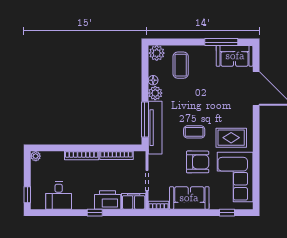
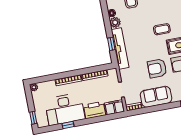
window: (145, 120) -> (111, 44), width x0.46
coffee table: (194, 132) -> (162, 29), moved
armchair: (198, 162) -> (157, 68), turned 180
desk: (59, 196) -> (65, 109), width x1.87, depth x1.30
window: (95, 213) -> (68, 125), moved

